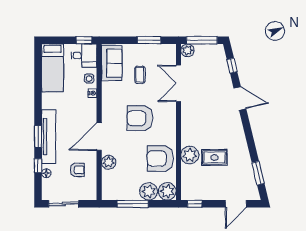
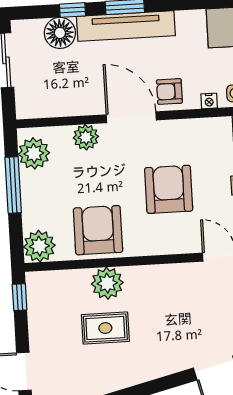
rug: (214, 158) -> (105, 328), turned 90
armchair: (77, 170) -> (169, 91), moved, turned 90
floor lamp: (46, 173) -> (60, 33), width x1.89, depth x1.89
plant: (149, 191) -> (34, 153), moved

